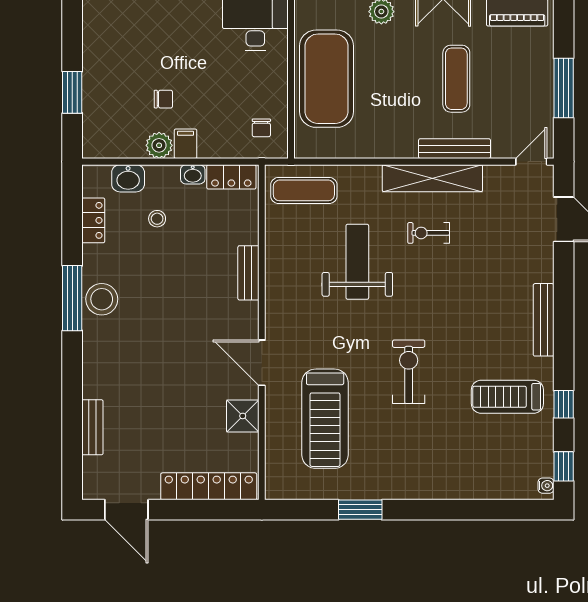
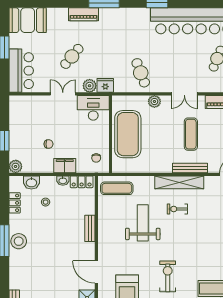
filing cabinet: (186, 144) -> (65, 166), width x2.00
plant: (159, 145) -> (16, 166), moved

